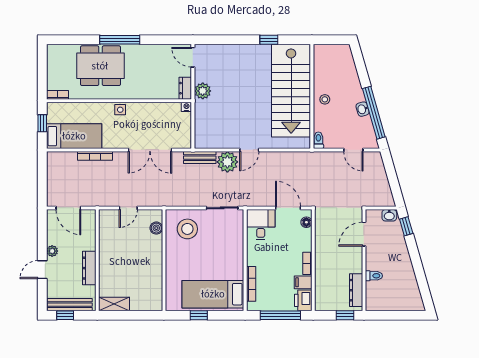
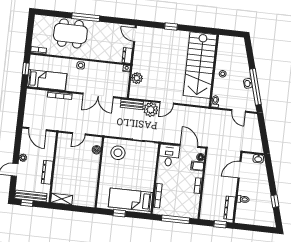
window: (269, 40) -> (171, 26), moved
plant: (203, 91) -> (137, 78), moved
window: (406, 226) -> (275, 201), moved
filing cabinet: (303, 282) -> (197, 166), moved
printer: (303, 300) -> (192, 211), removed

